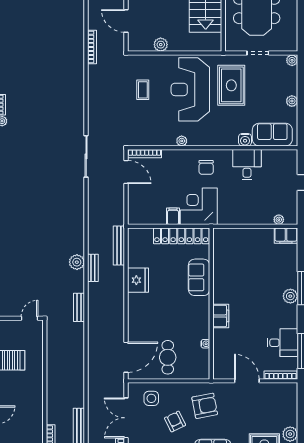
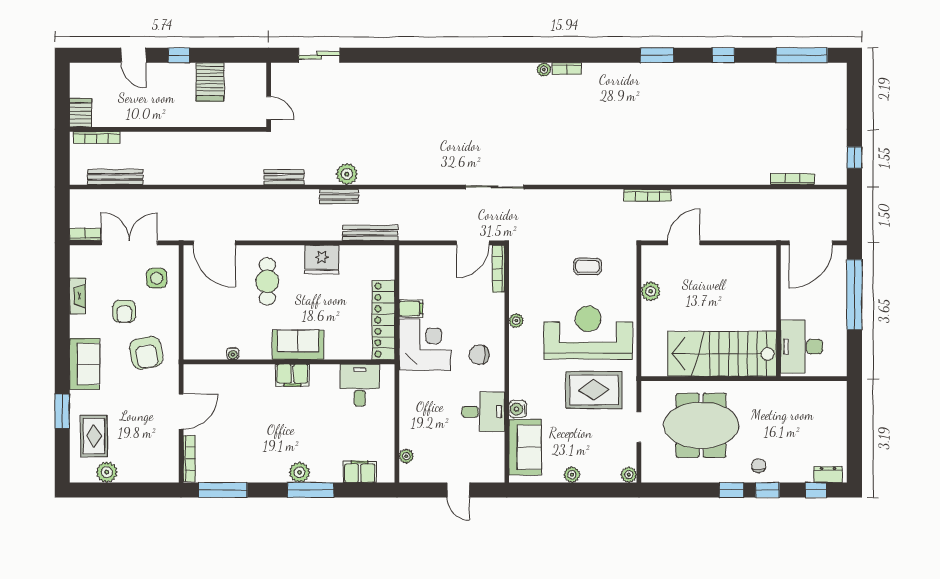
filing cabinet: (286, 236) -> (360, 472), moved, turned 90
sofa: (199, 277) -> (298, 345), moved
filing cabinet: (221, 316) -> (292, 375), moved
desk: (283, 343) -> (360, 385), moved, turned 180
cafe table: (168, 357) -> (267, 281), moved, turned 90
armchair: (175, 422) -> (124, 311), turned 116

